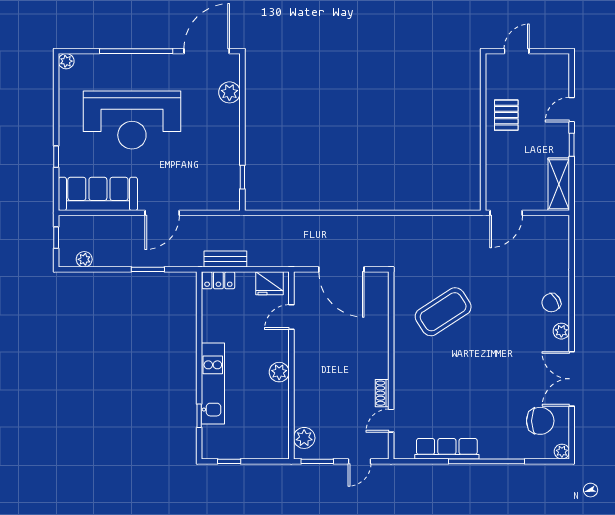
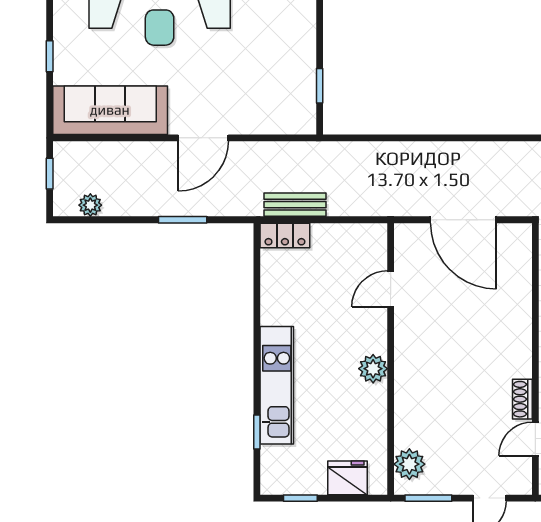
fridge: (270, 283) -> (347, 478), moved, turned 180

